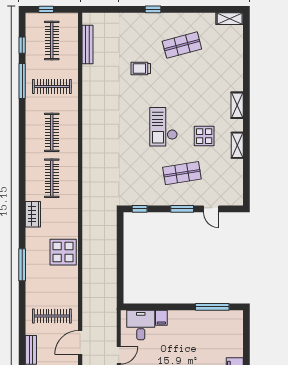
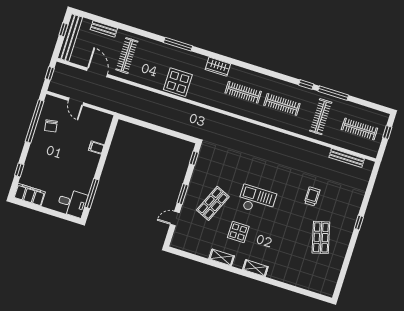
shelving: (230, 19) -> (331, 285), removed
window: (22, 45) -> (306, 85), moved
shop shelf: (182, 173) -> (213, 203), turned 33
desk: (141, 325) -> (72, 203), moved

